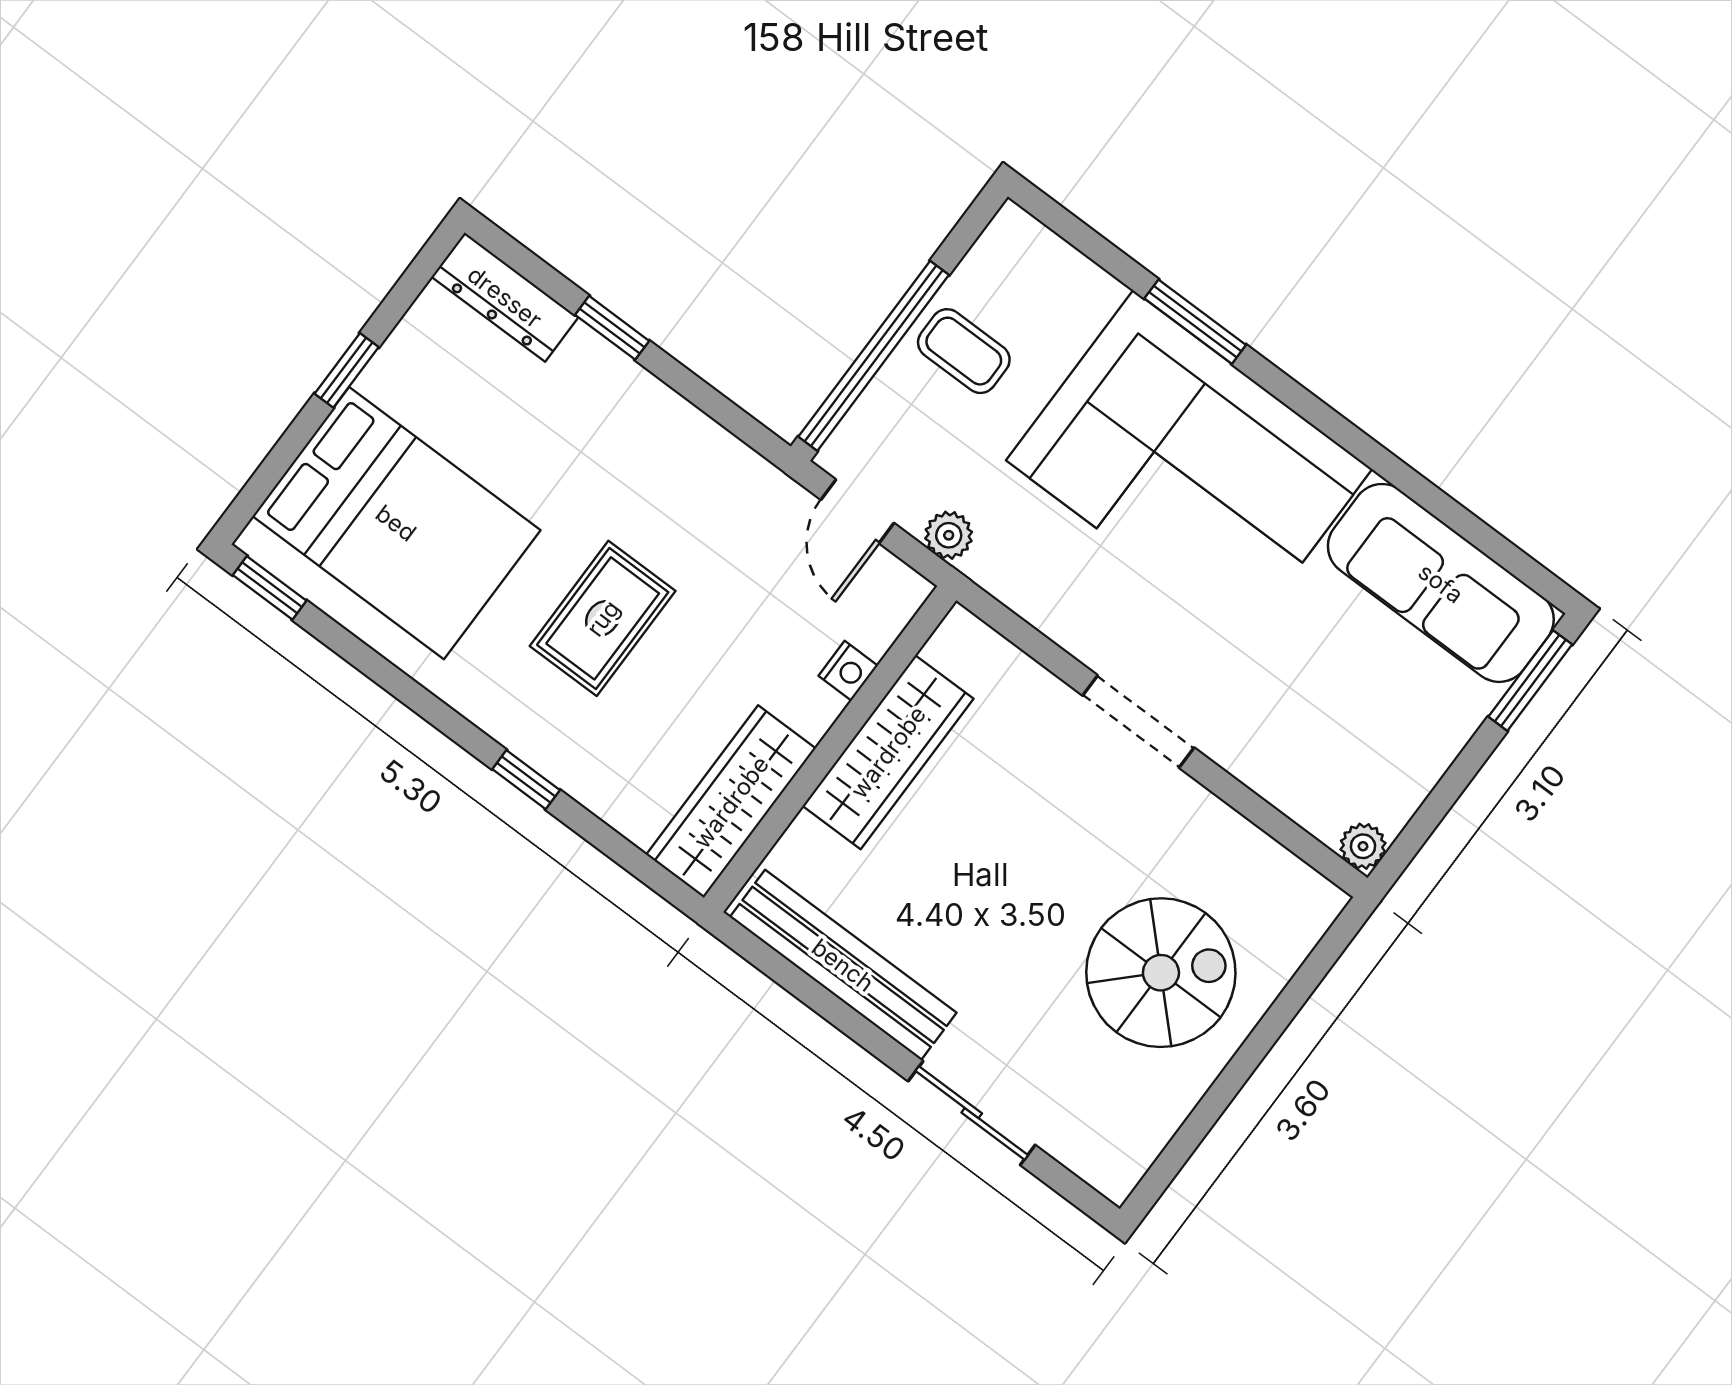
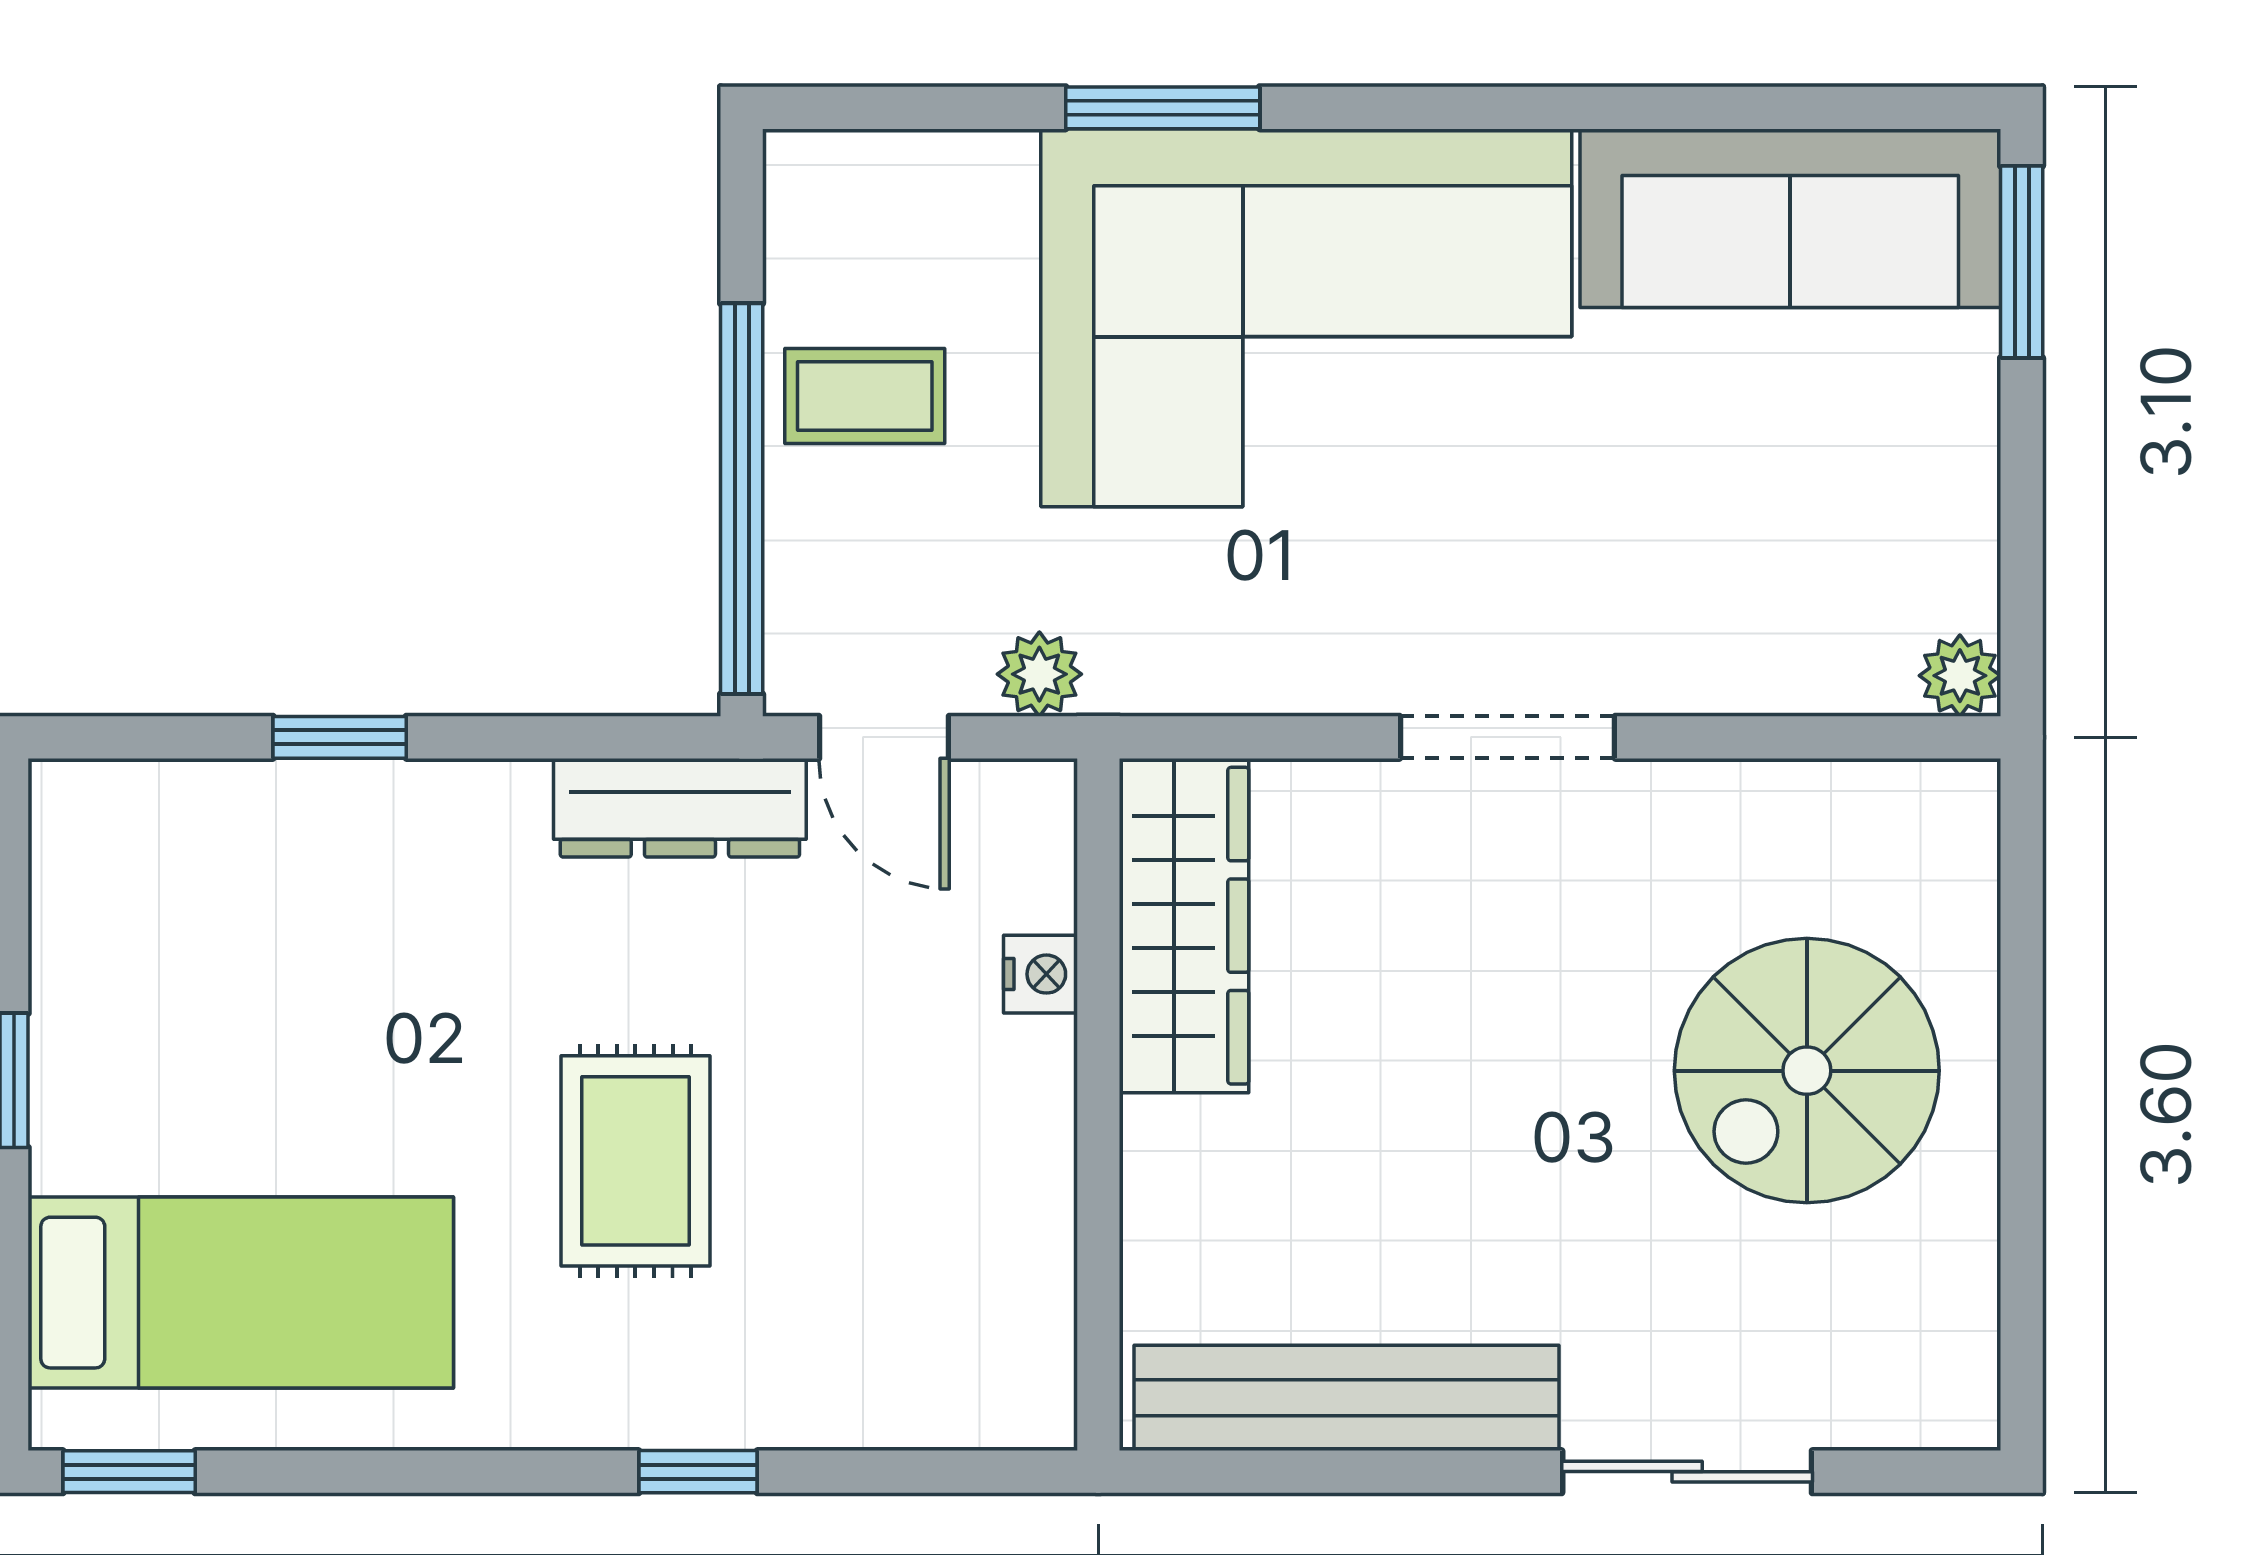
dresser: (505, 297) -> (680, 808), moved
bed: (396, 523) -> (241, 1293), width x0.67
wardrobe: (888, 752) -> (1184, 926), moved
wardrobe: (731, 802) -> (1013, 1285), removed
spiral stairs: (1161, 973) -> (1807, 1071), turned 180

